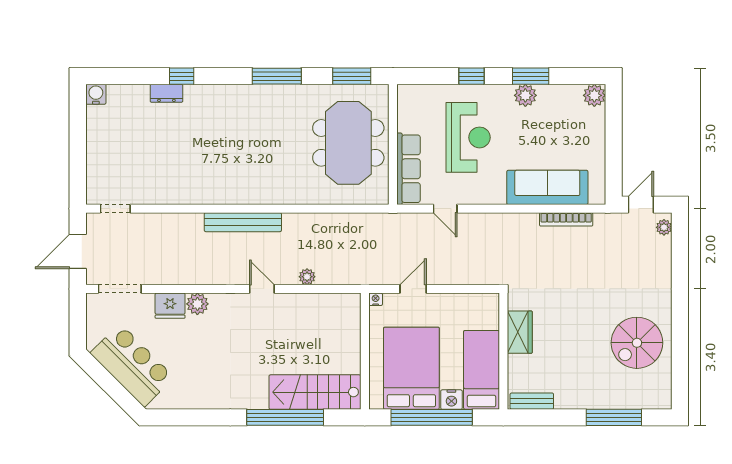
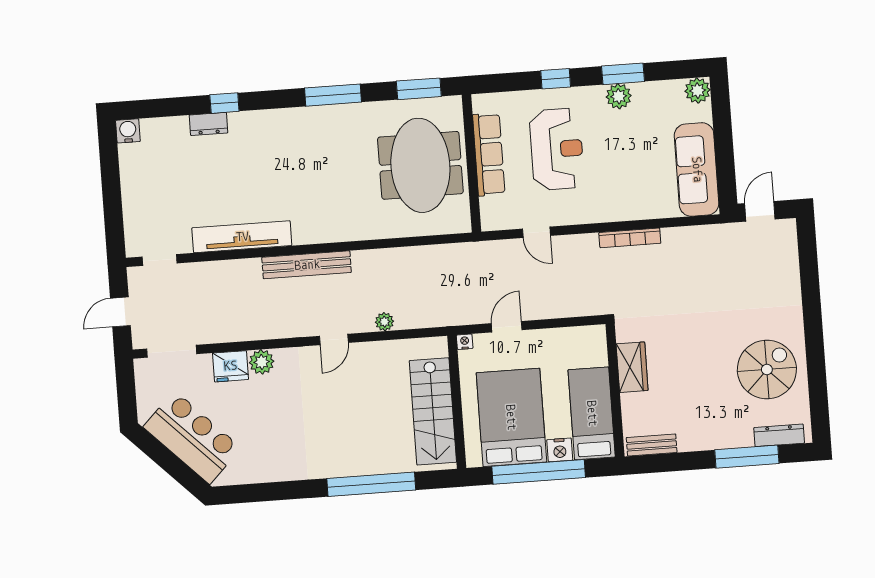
row of seats: (409, 169) -> (489, 154), moved
sofa: (547, 187) -> (697, 169), moved, turned -90
tv unit: (188, 194) -> (242, 237), added
bookcase: (566, 219) -> (630, 238), moved
plant: (664, 227) -> (788, 235), removed
door: (78, 251) -> (120, 312), width x0.73
door: (262, 289) -> (334, 339), swing flipped
spiral stairs: (637, 343) -> (767, 370), turned 180
stairs: (315, 392) -> (433, 411), moved, turned -90
dresser: (643, 401) -> (779, 435), added

